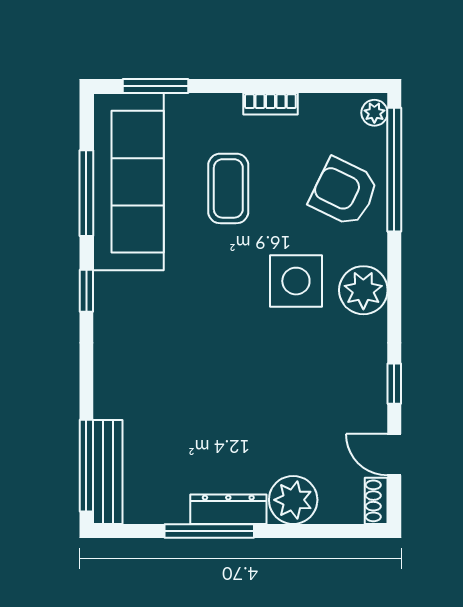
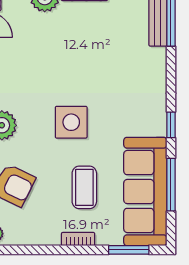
bookcase: (270, 104) -> (78, 239), moved
side table: (296, 281) -> (71, 122), moved

